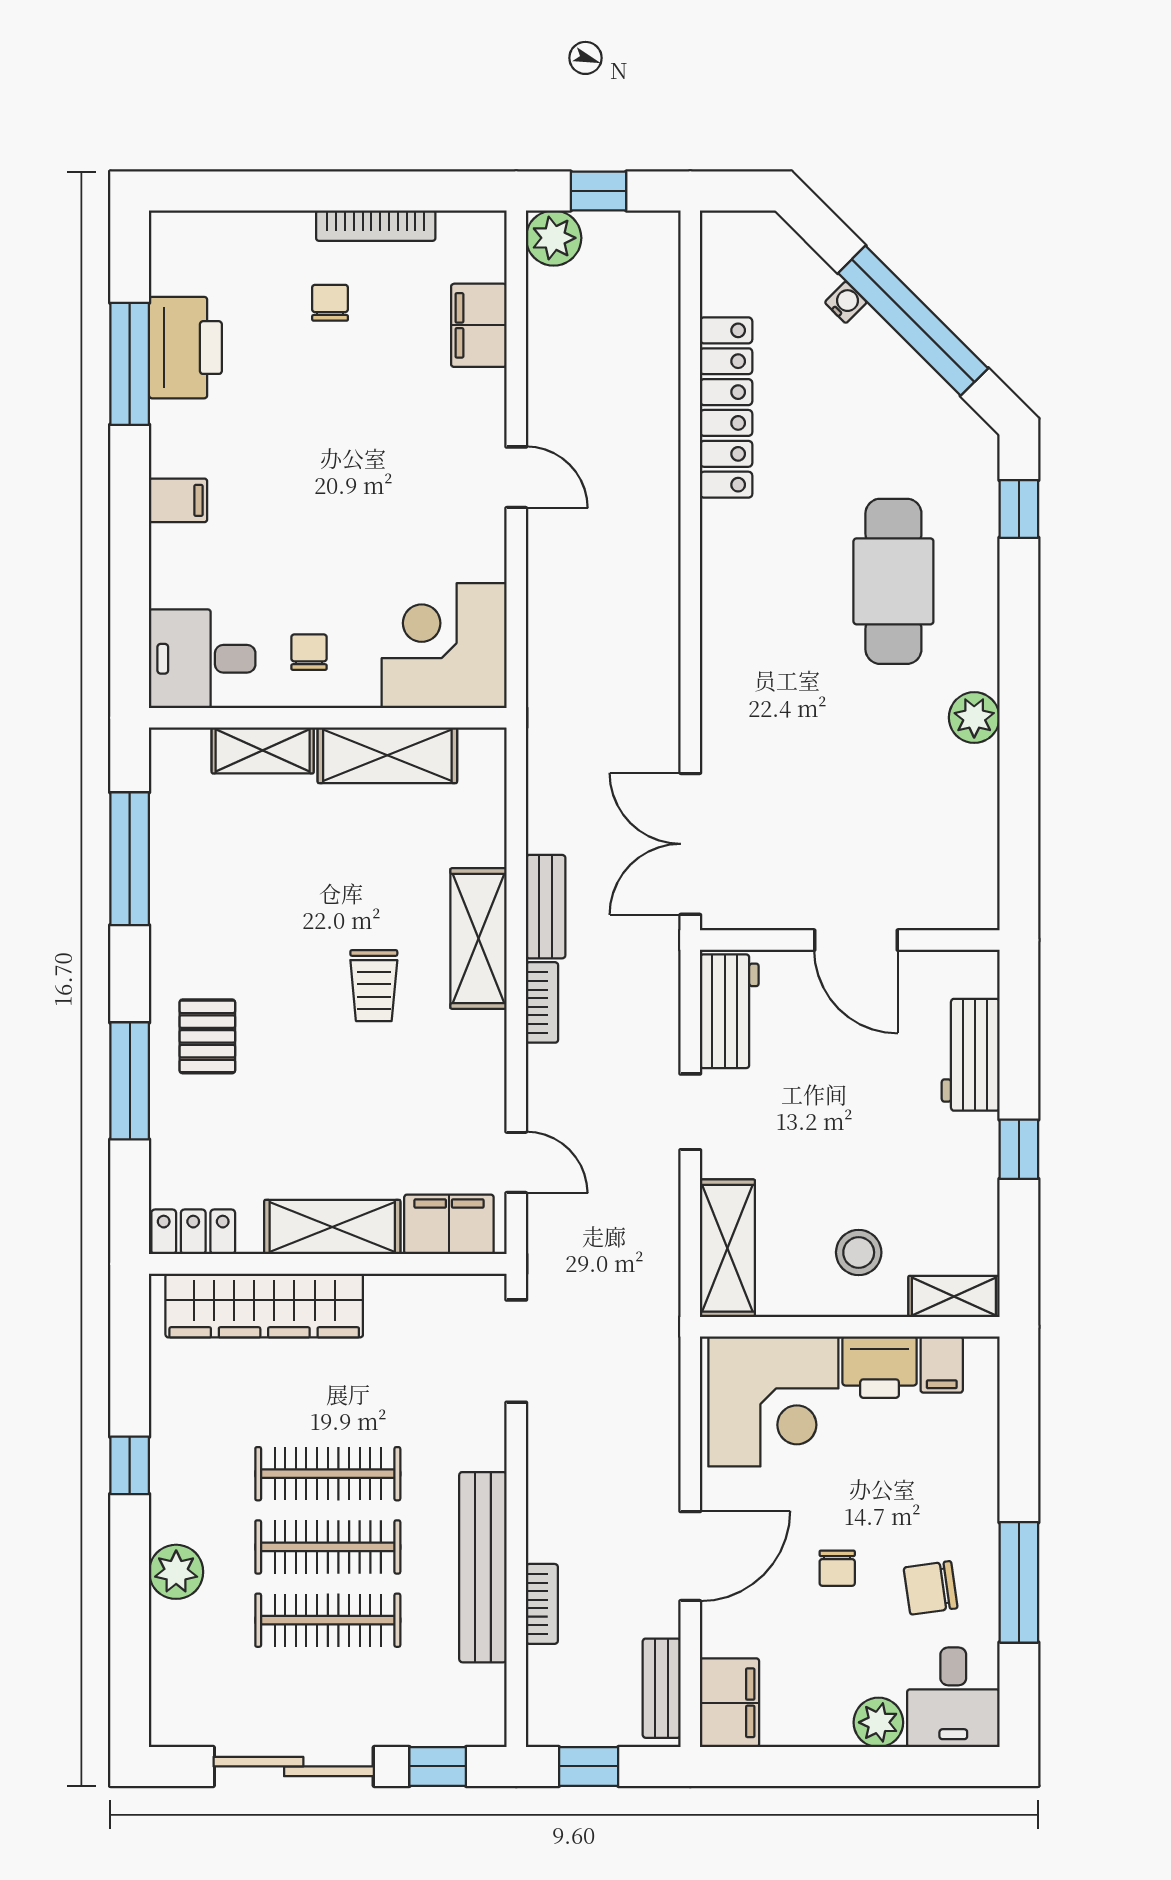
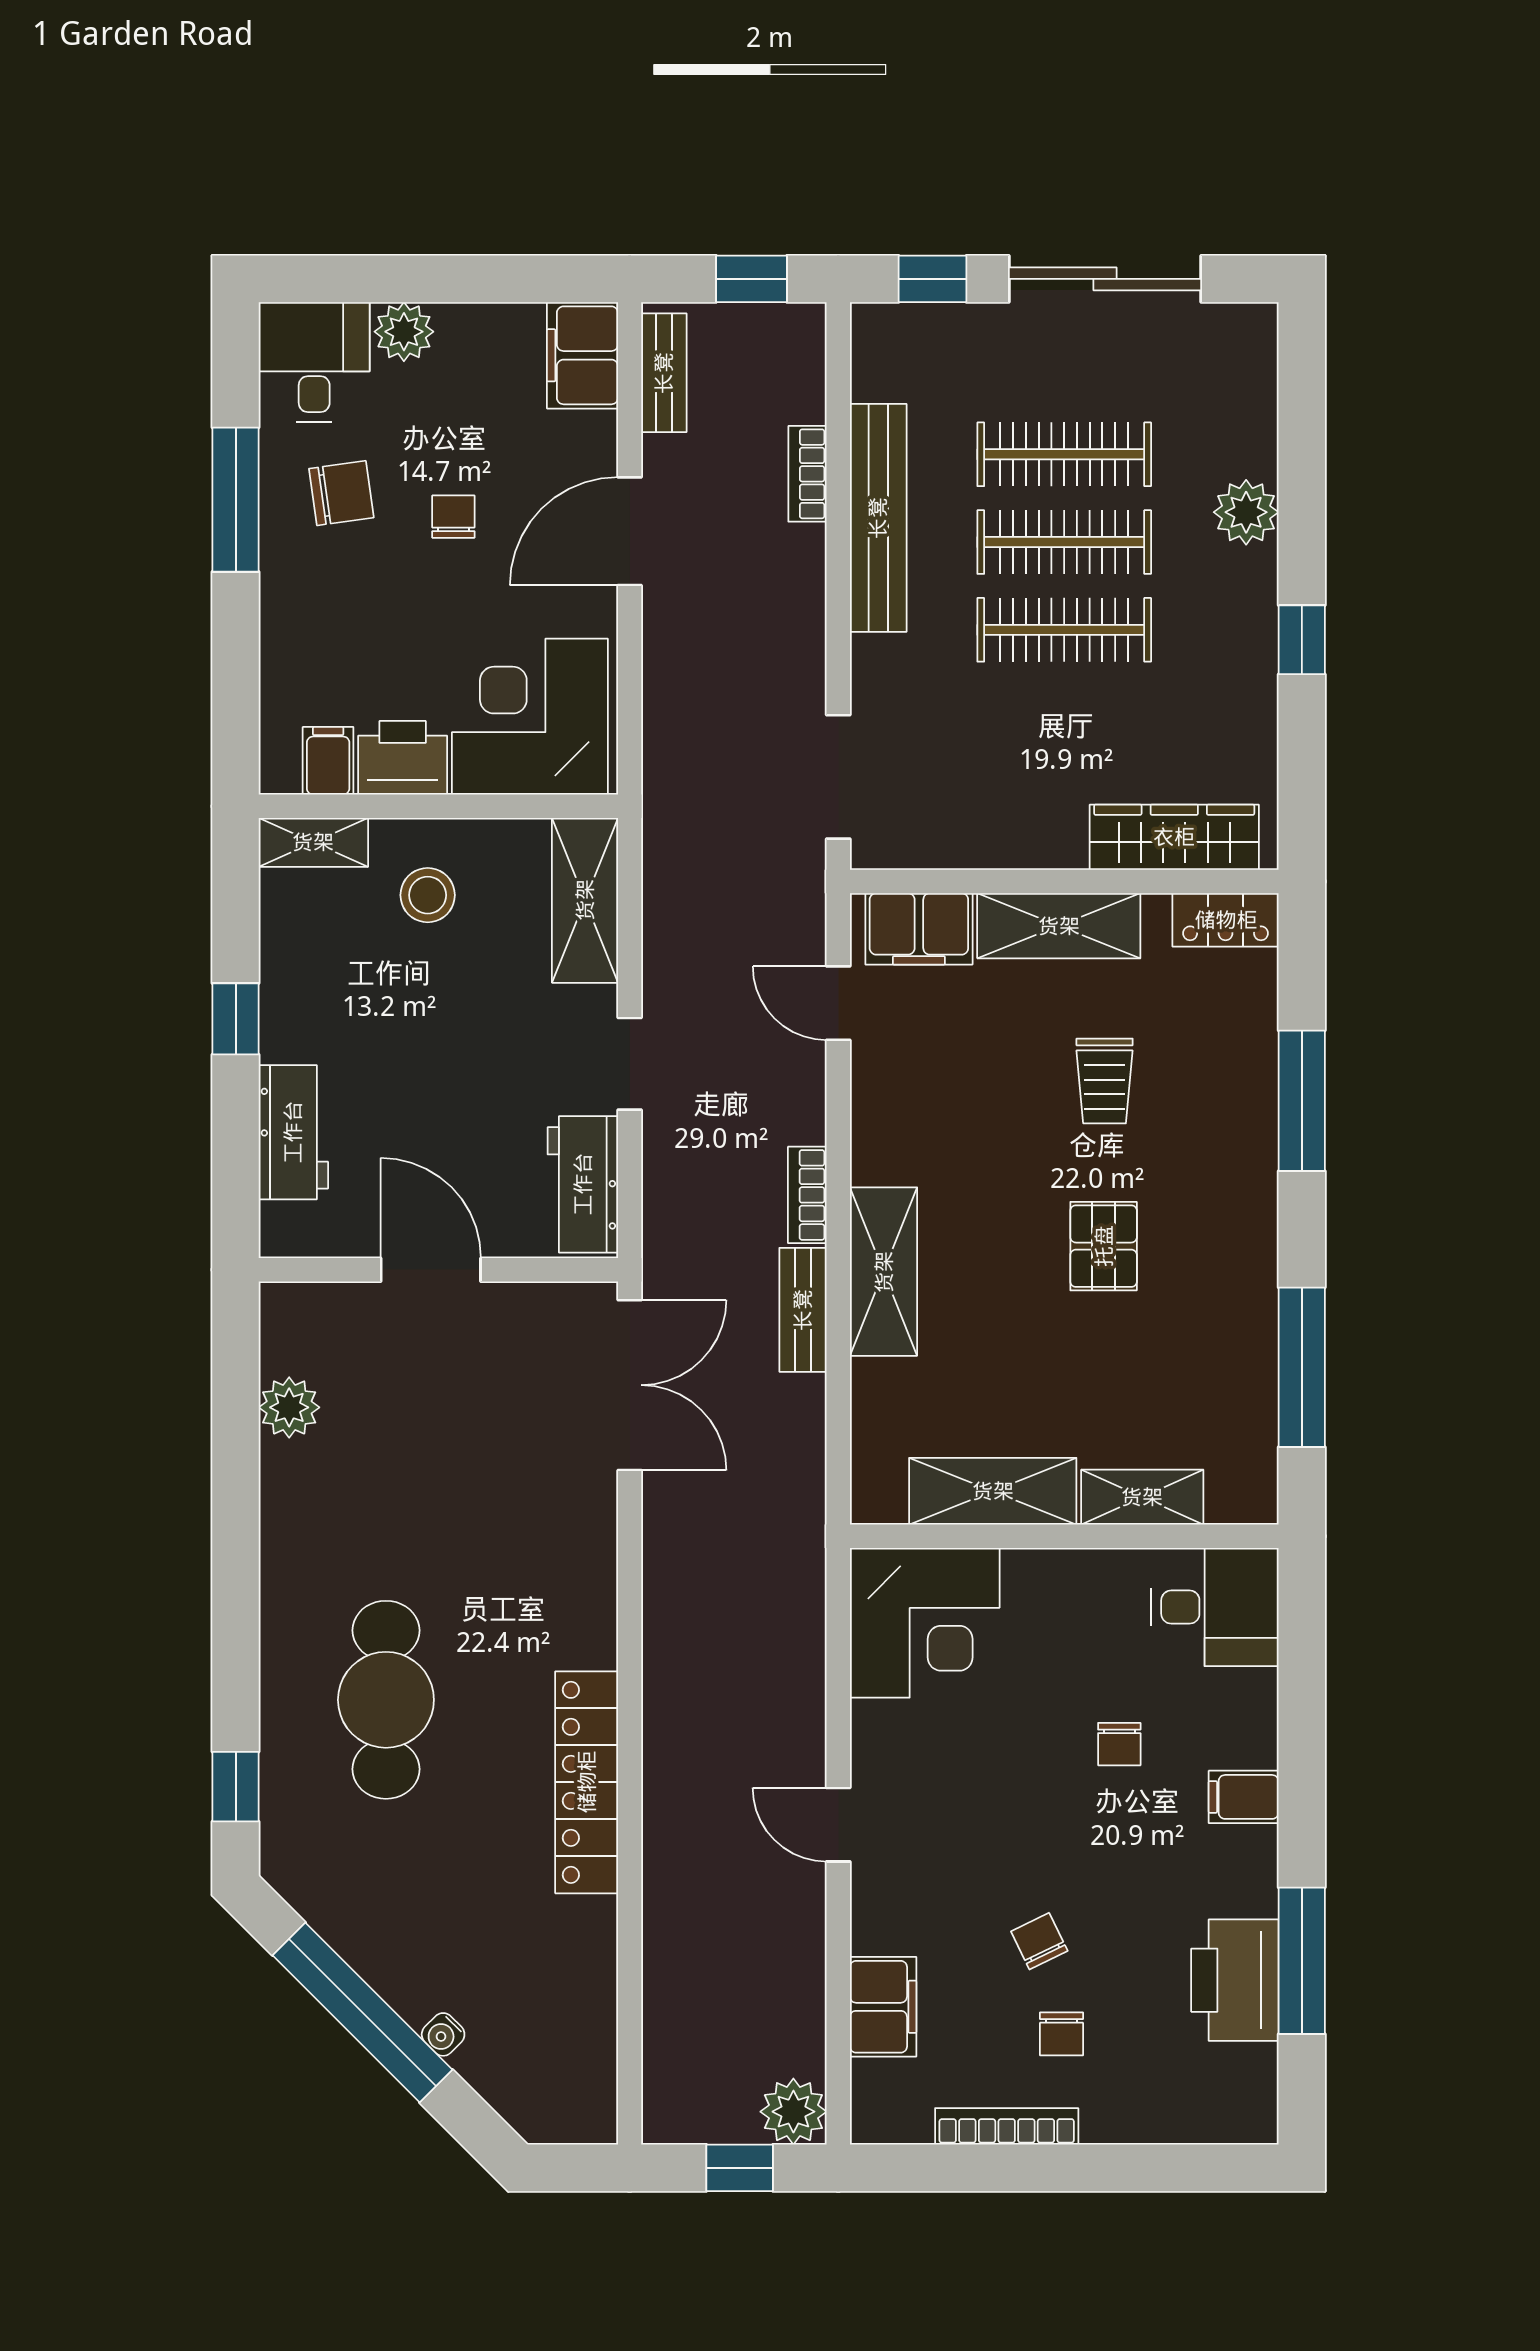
chair: (349, 380) -> (1039, 1941), added
locker: (726, 408) -> (587, 1782), moved
chair: (309, 652) -> (1119, 1744), moved
plant: (974, 718) -> (289, 1407), moved
trolley: (374, 986) -> (1105, 1081), moved, turned 180
pallet: (207, 1036) -> (1104, 1246), moved
wardrobe: (264, 1306) -> (1174, 837), width x0.71, depth x0.85

